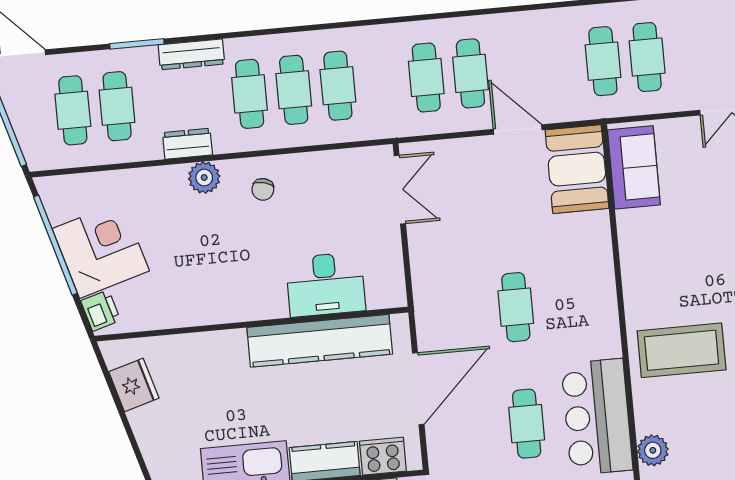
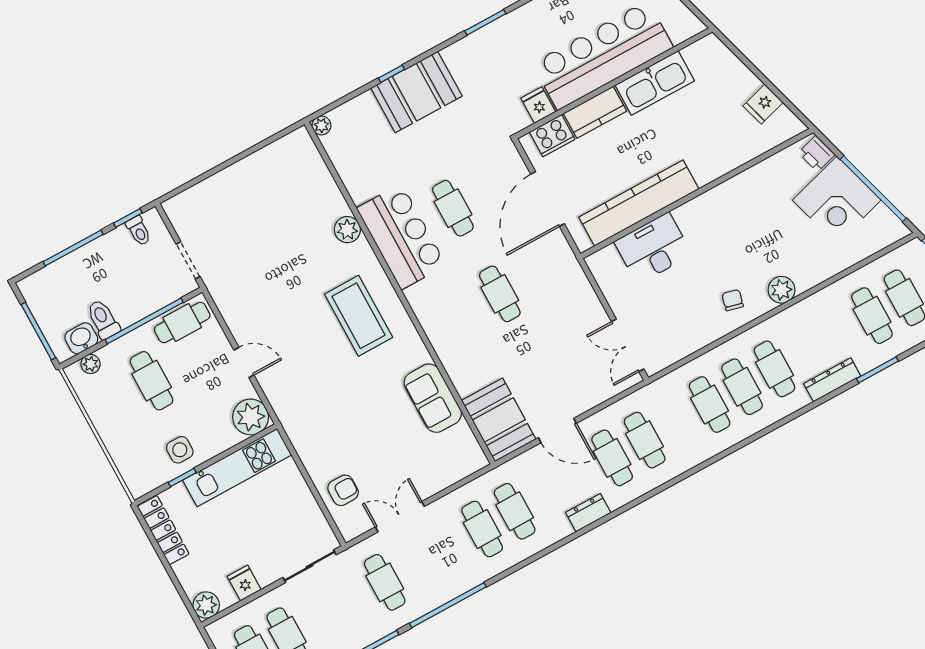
dresser: (187, 144) -> (588, 513), moved, turned 180
sofa: (634, 167) -> (433, 398), moved
coffee table: (682, 350) -> (359, 316), turned 90
fridge: (134, 385) -> (763, 104), width x0.72

